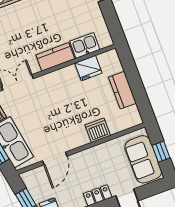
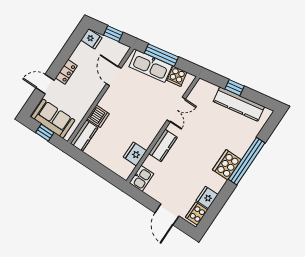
kitchen sink: (85, 45) -> (141, 178), moved
kitchen counter: (122, 90) -> (84, 136), moved, turned 90

